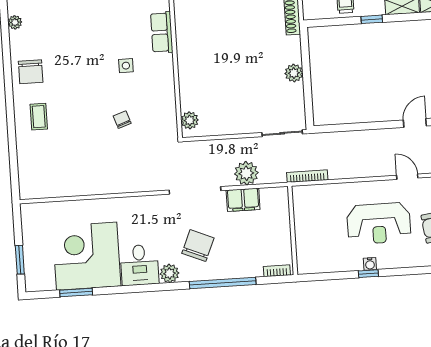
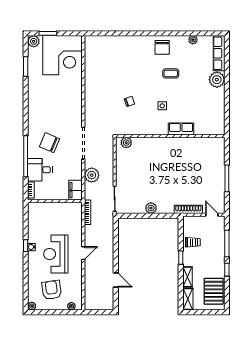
chair: (31, 72) -> (162, 47), turned -90
coffee table: (39, 117) -> (171, 73), moved
door: (407, 177) -> (83, 253), moved
filing cabinet: (243, 200) -> (76, 190), moved
chair: (198, 246) -> (49, 143), turned 180
corner desk: (87, 256) -> (62, 55), moved, turned 90
desk: (139, 265) -> (40, 170), moved
plant: (170, 273) -> (34, 41), moved

